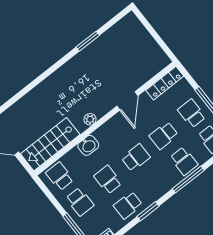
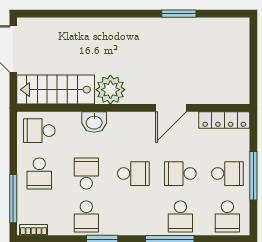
school desk: (192, 113) -> (227, 174), turned 90
plant: (90, 119) -> (110, 90), width x1.87, depth x1.87
school desk: (60, 176) -> (39, 131), turned -90
school desk: (128, 205) -> (86, 216), turned -90

